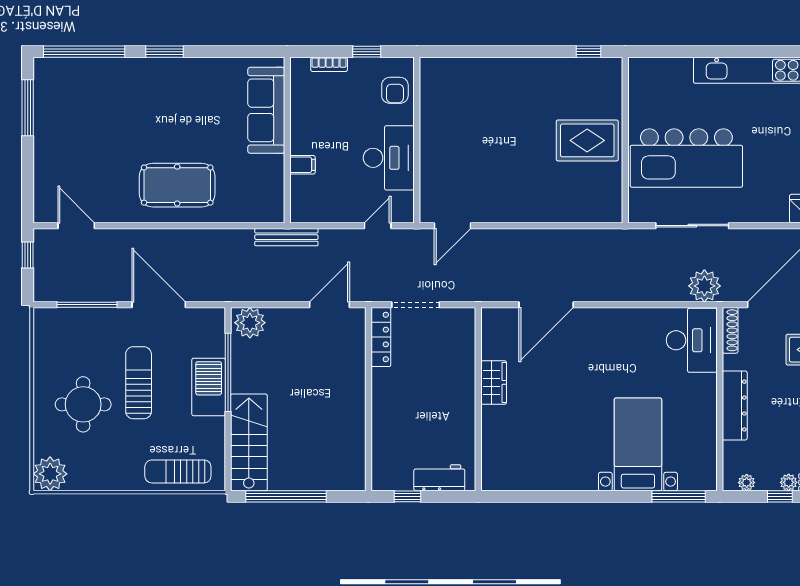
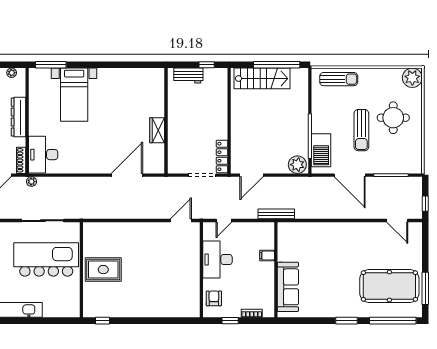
pool table: (177, 185) -> (389, 286), moved, width x1.36, depth x1.32
plant: (704, 286) -> (31, 182), width x0.53, depth x0.53
barbecue: (209, 387) -> (321, 150), moved
stairs: (249, 442) -> (262, 78), moved, turned -90

